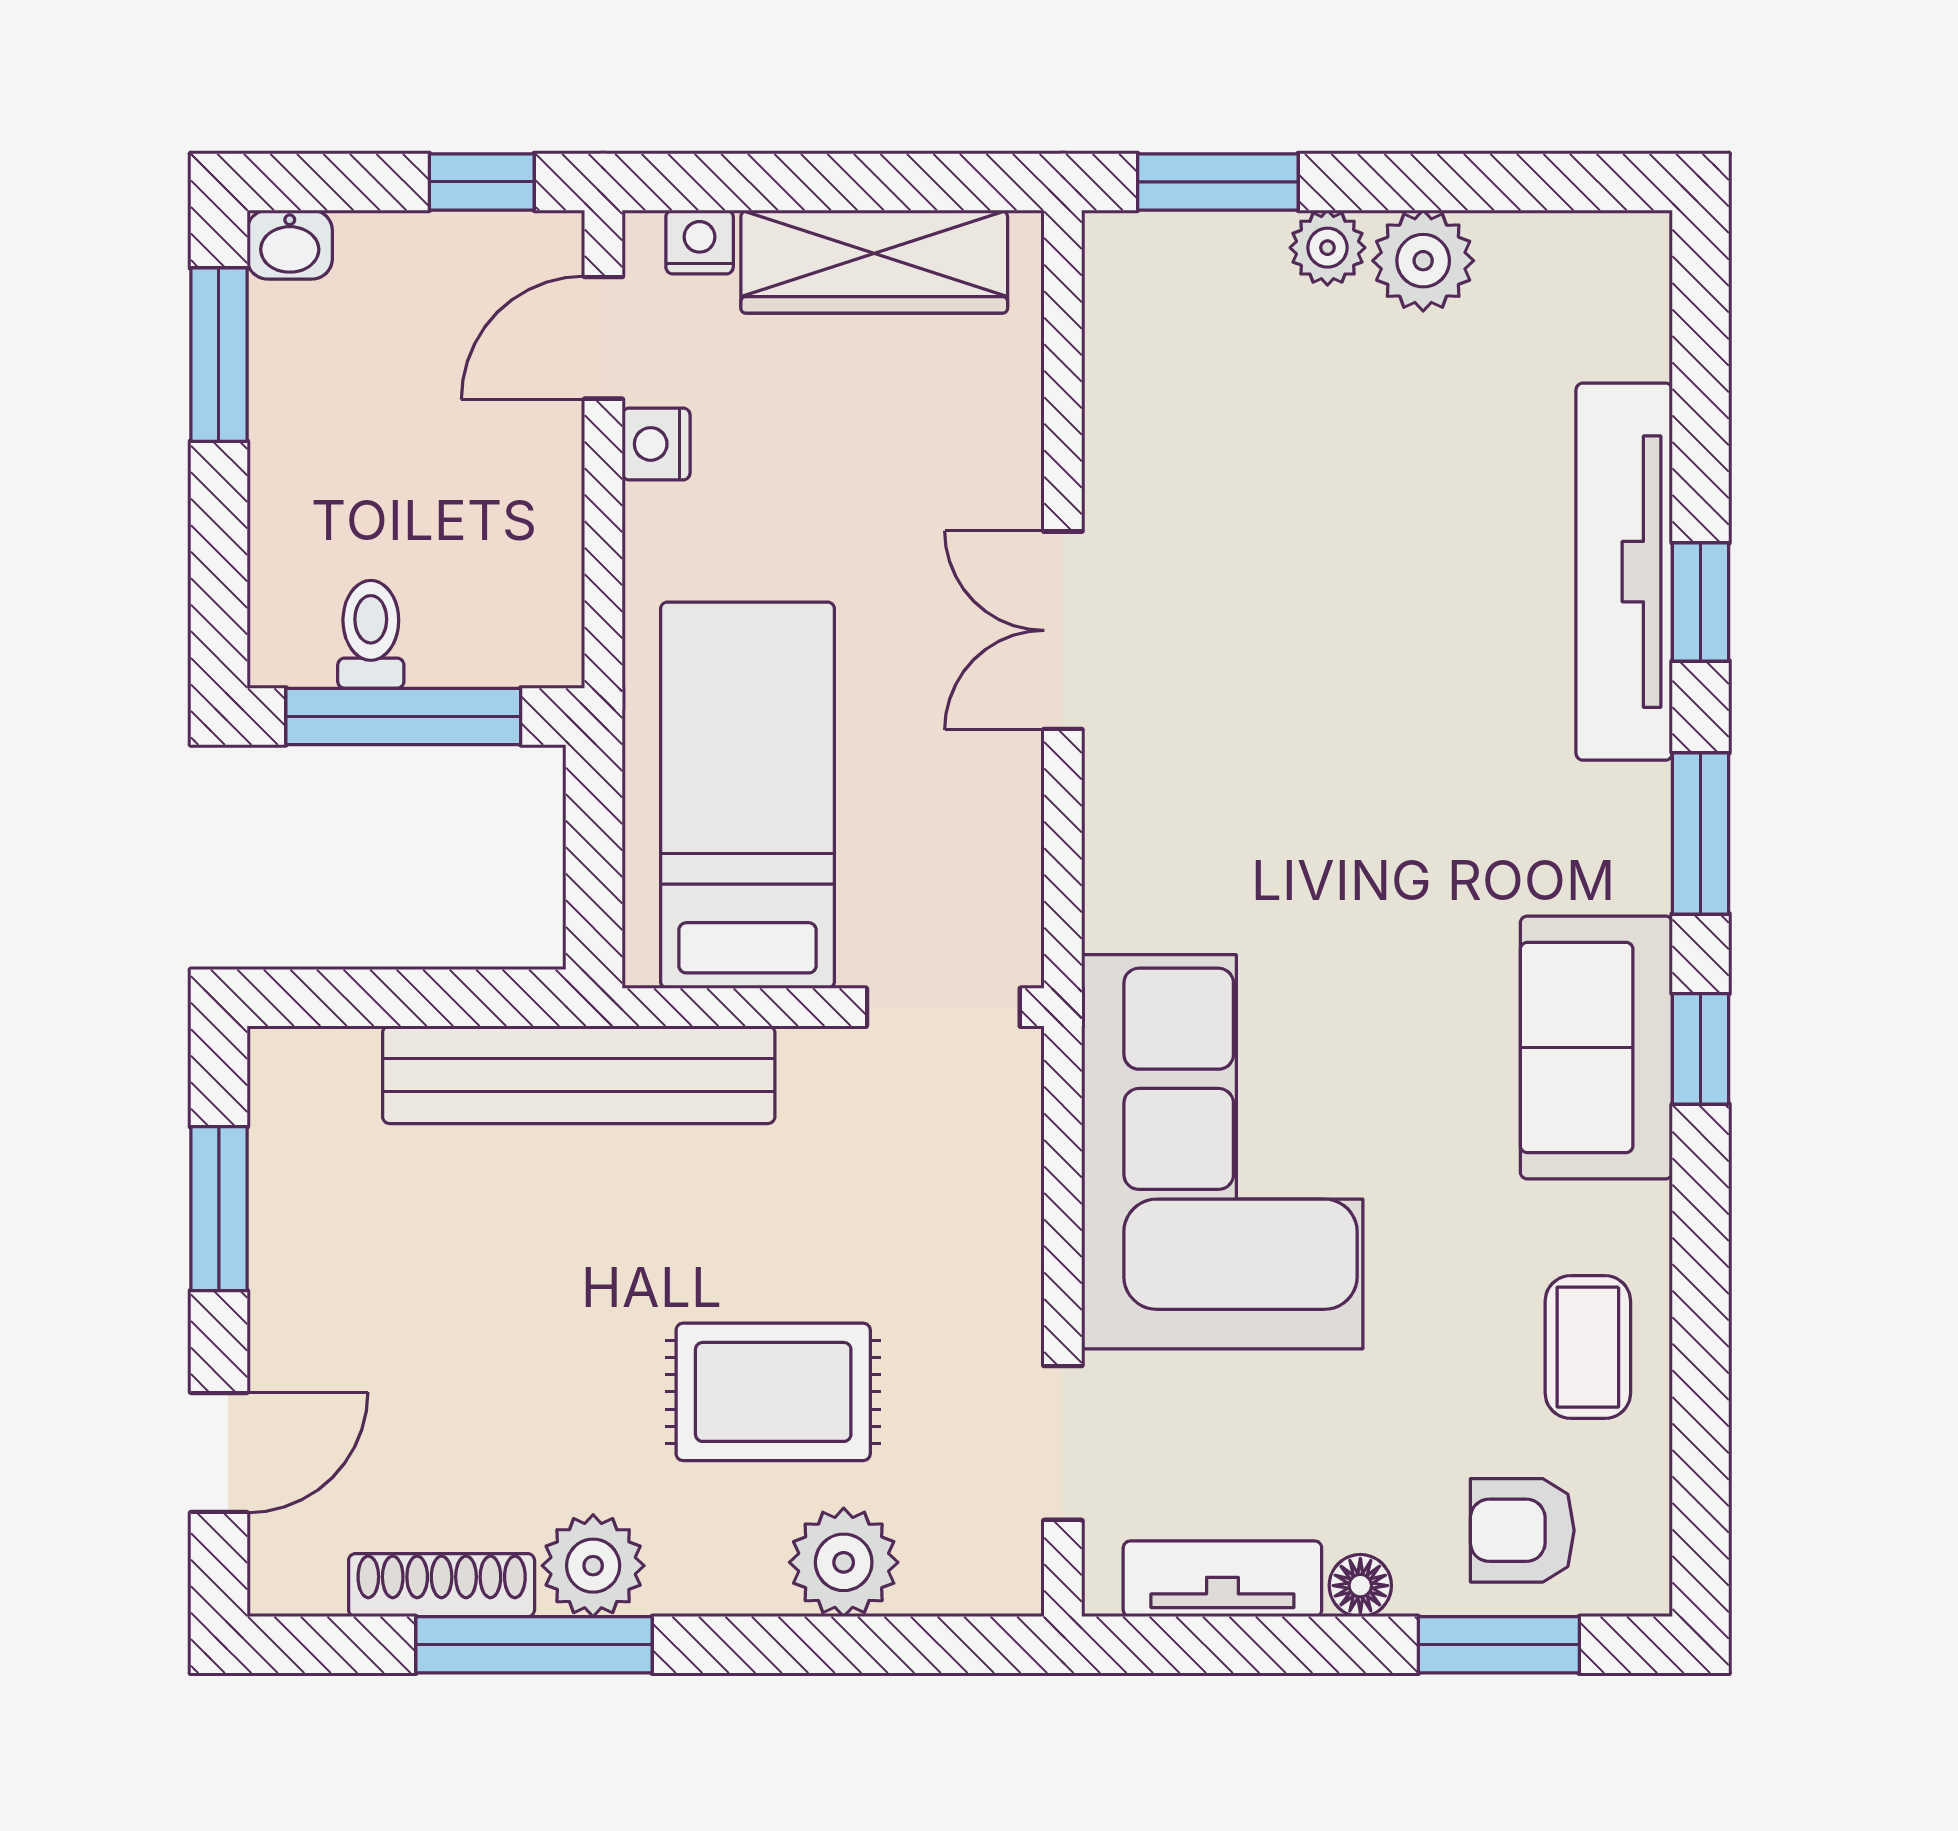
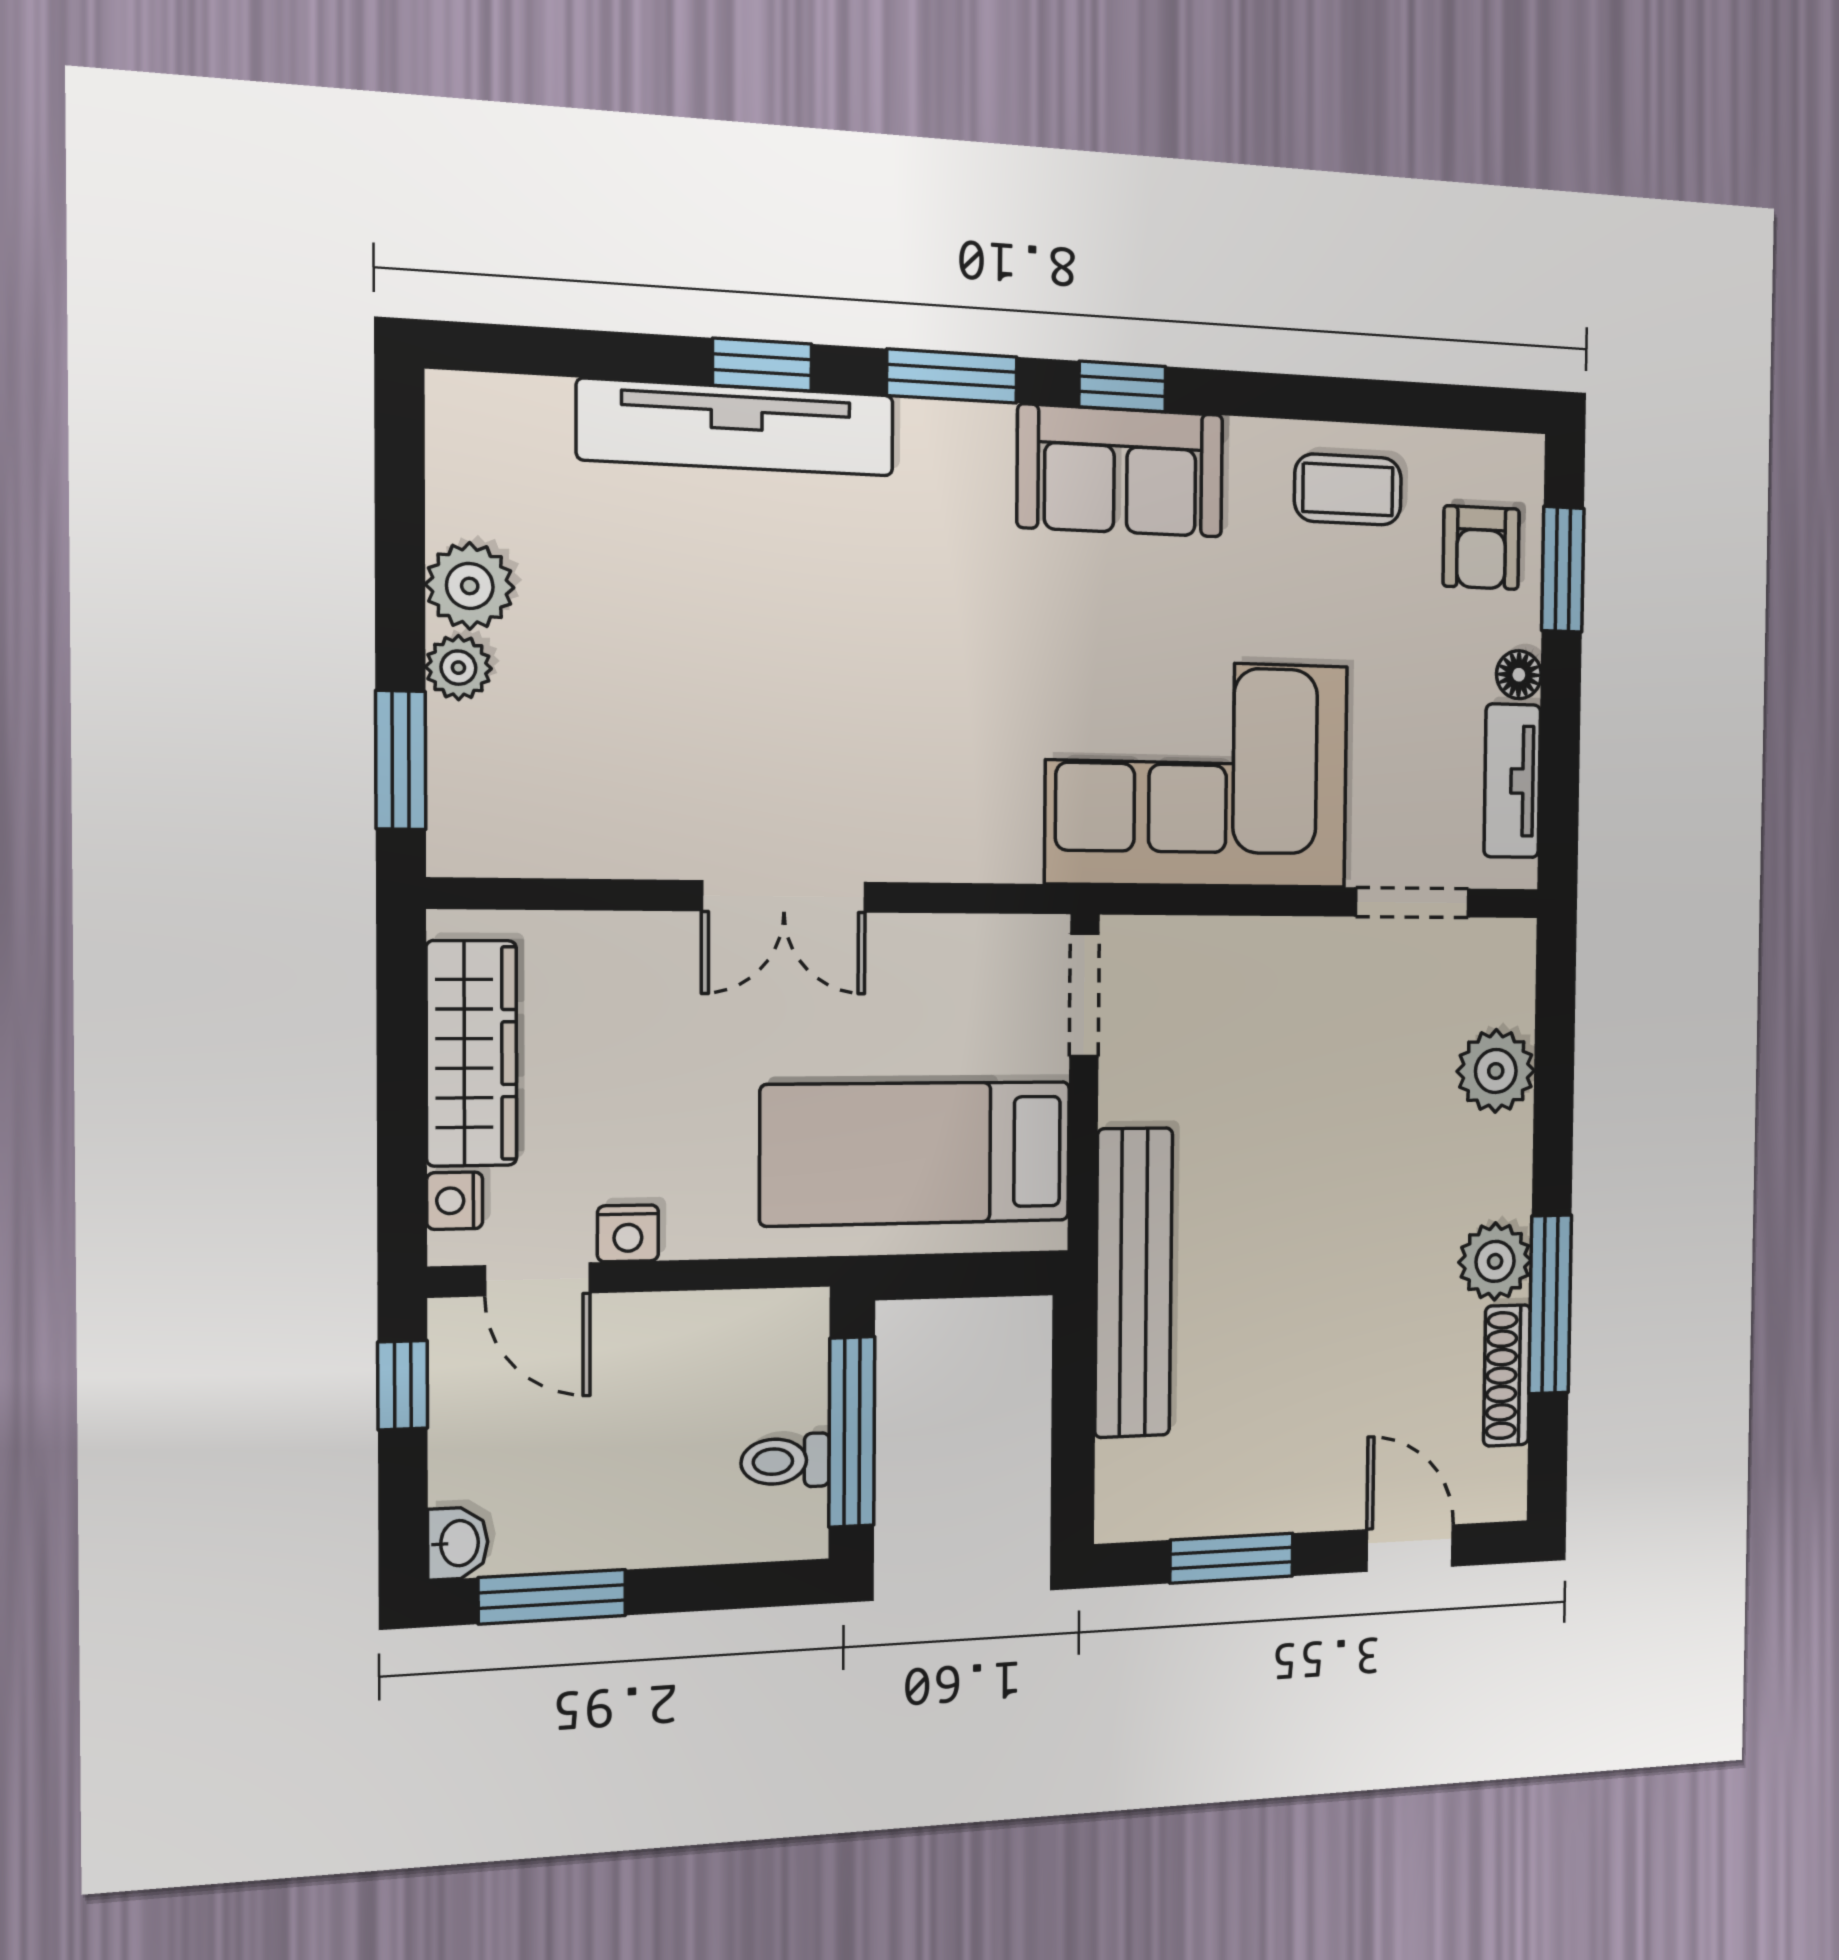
rug: (773, 1392) -> (1372, 1126), removed

